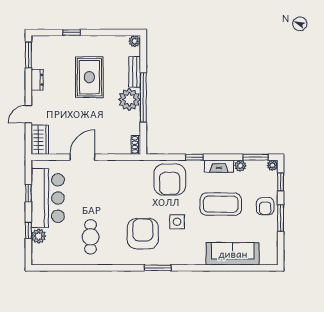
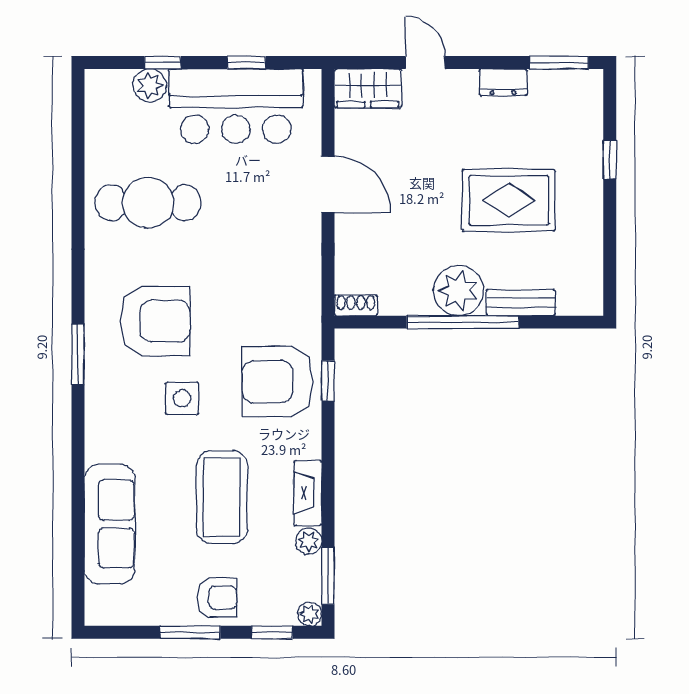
plant: (135, 41) -> (590, 303), removed
window: (194, 157) -> (328, 381), moved
armchair: (265, 206) -> (217, 598), turned 180
cafe table: (90, 237) -> (148, 203), width x1.37, depth x1.35

